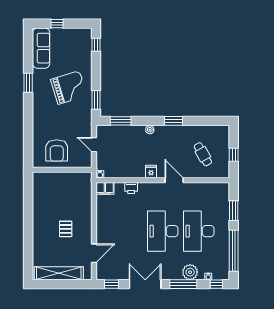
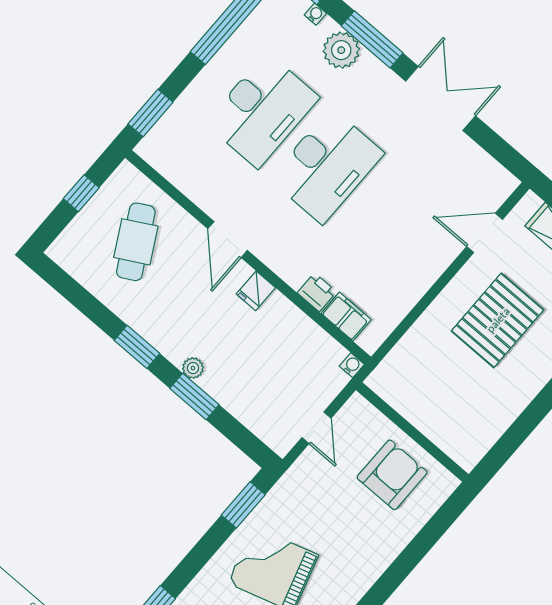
window: (121, 121) -> (194, 396), moved
cafe table: (203, 154) -> (136, 242), width x1.37, depth x1.35
filing cabinet: (105, 188) -> (346, 316), moved
window: (234, 211) -> (150, 113), moved
pallet: (66, 229) -> (498, 320), width x2.05, depth x2.00
window: (112, 284) -> (501, 150), removed
double door: (145, 284) -> (441, 98), swing flipped

